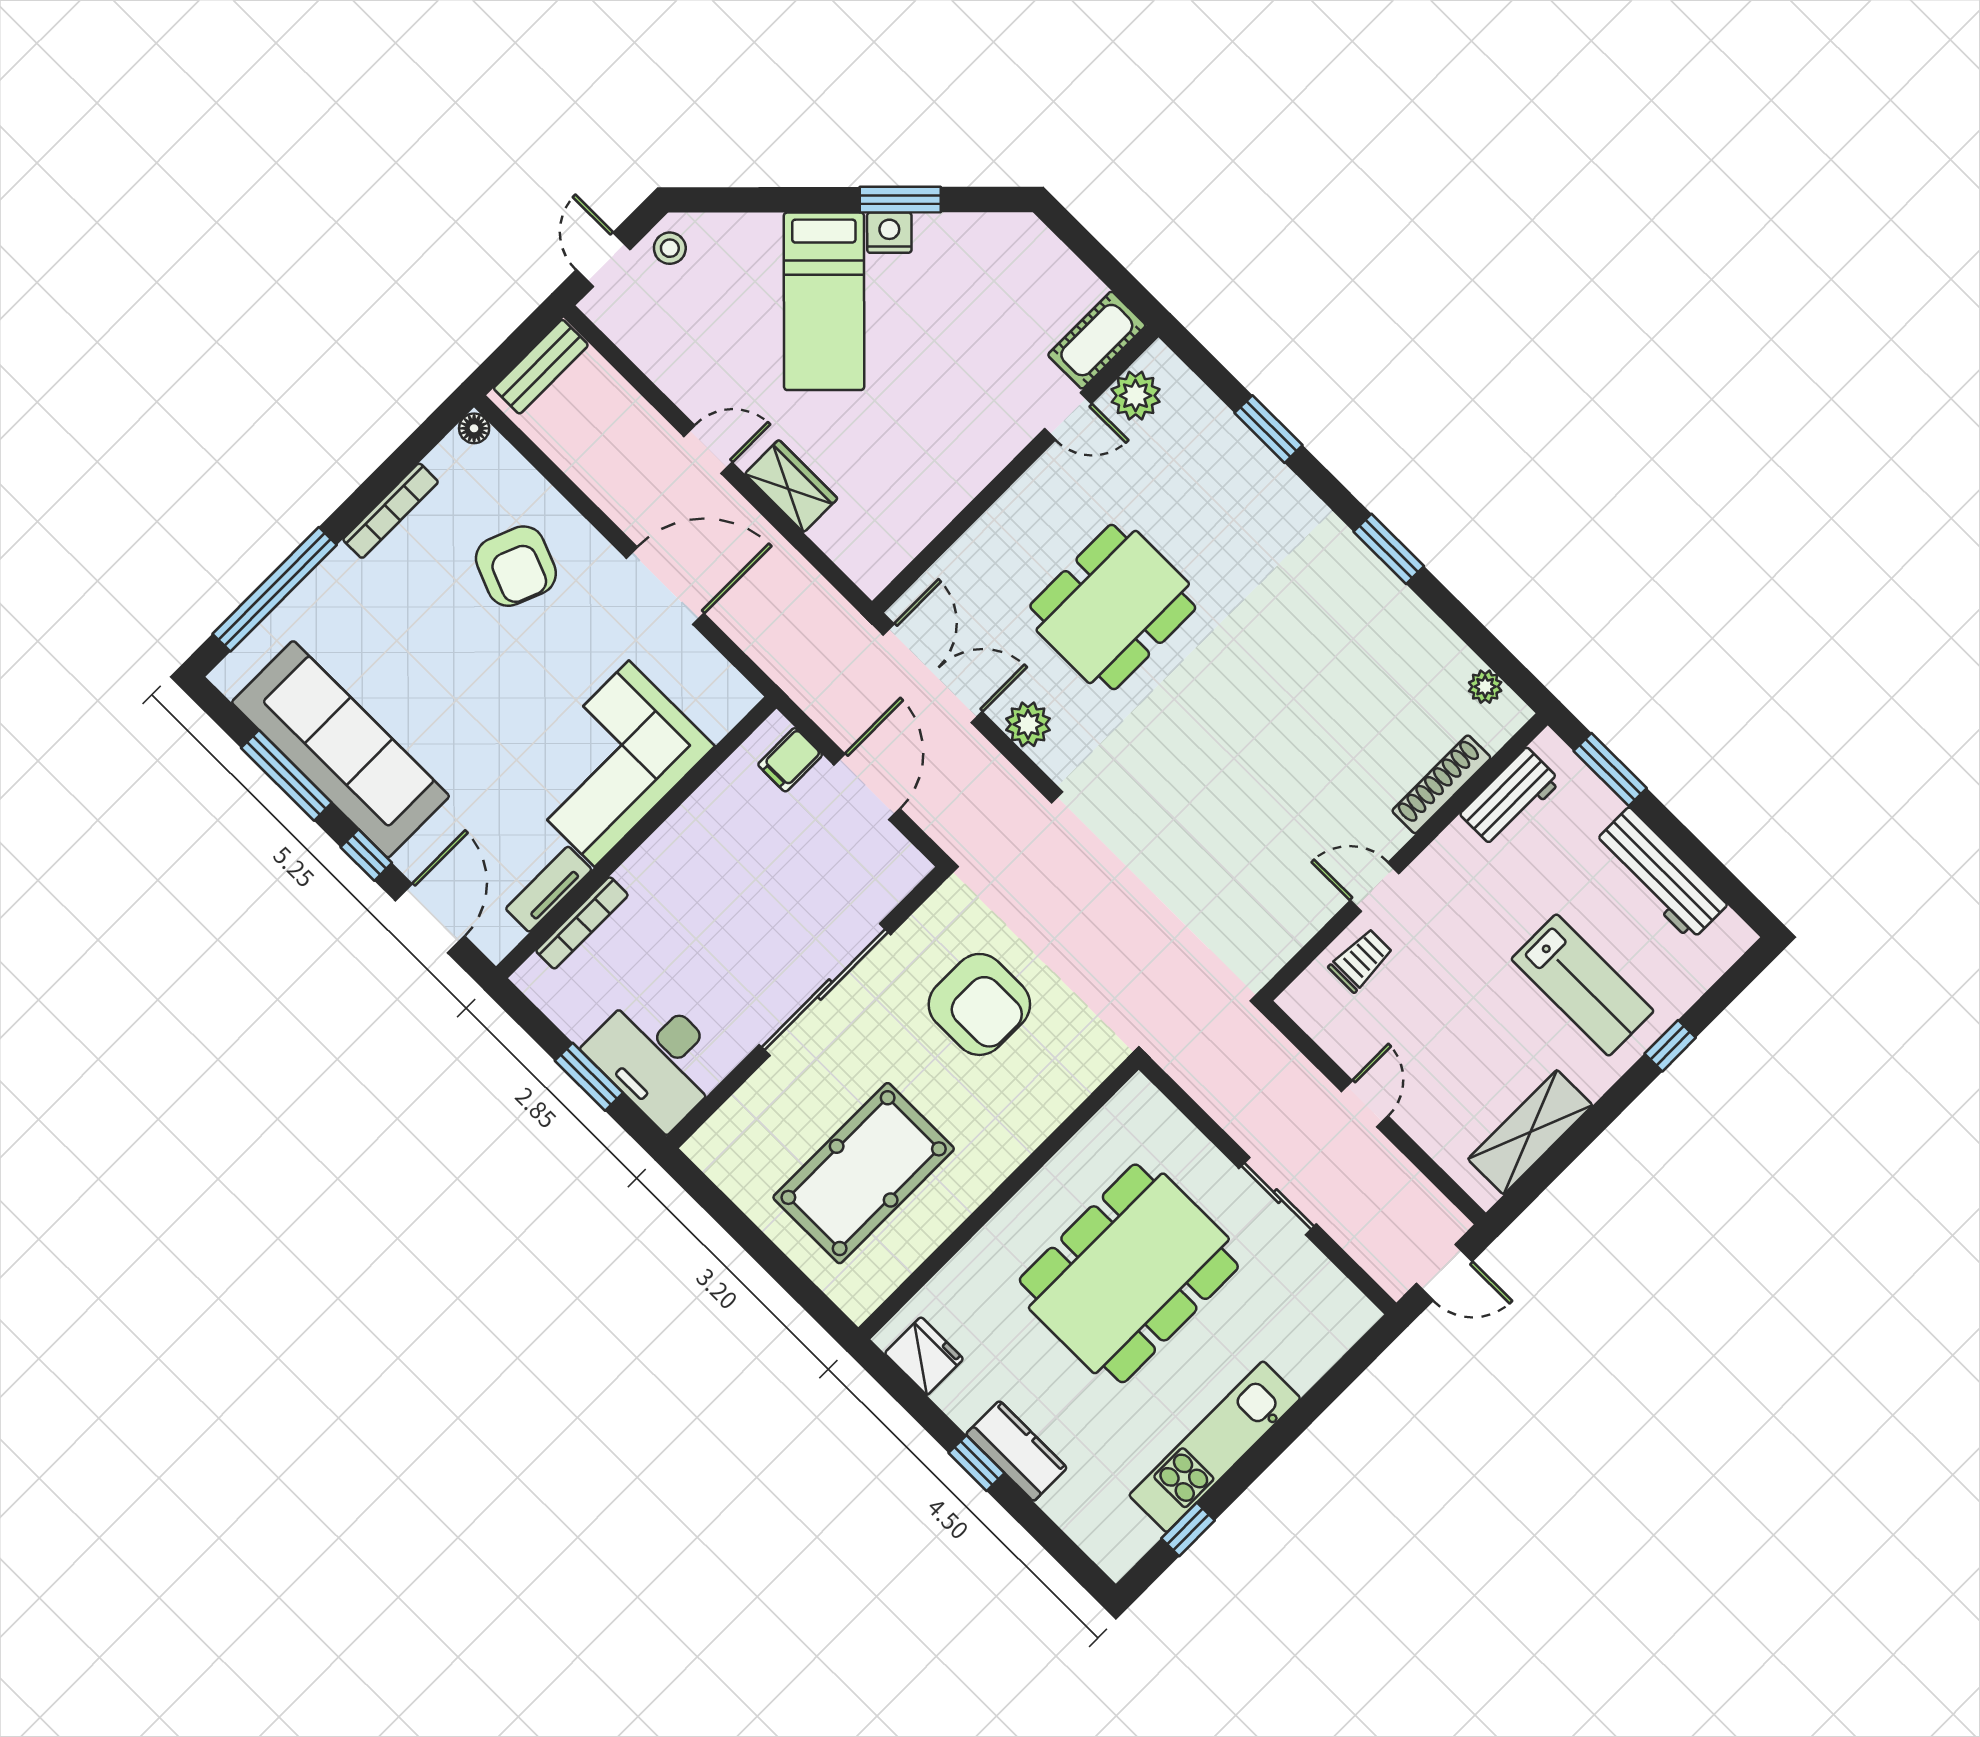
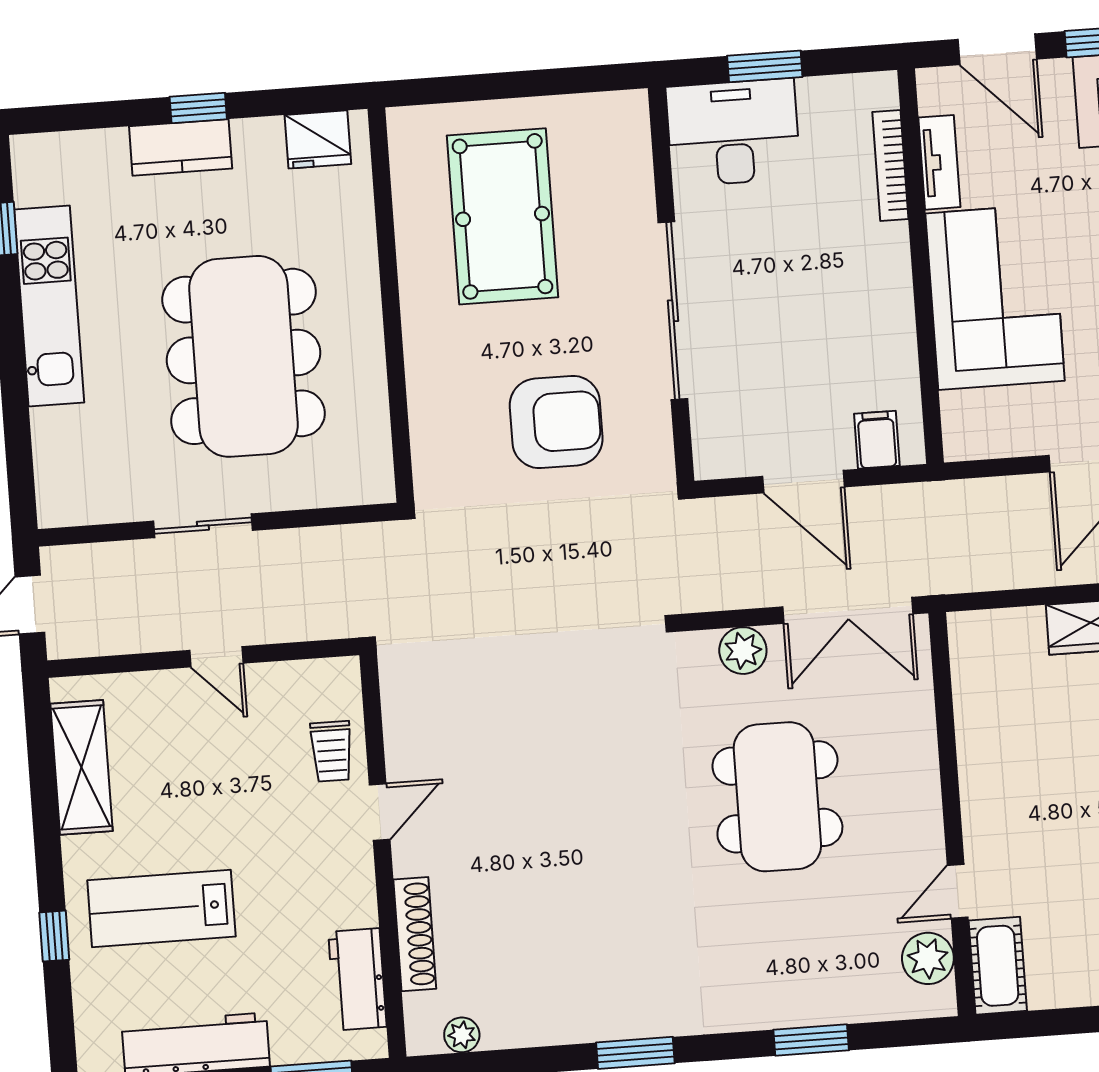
armchair: (979, 1004) -> (556, 422), turned 180

